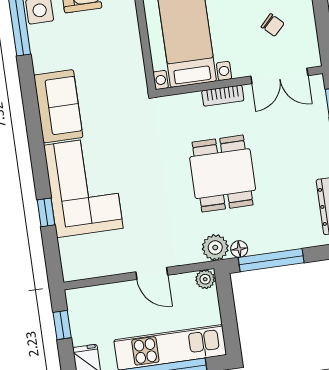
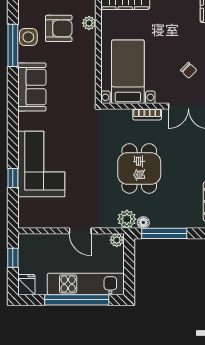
sofa: (58, 106) -> (32, 87), moved

